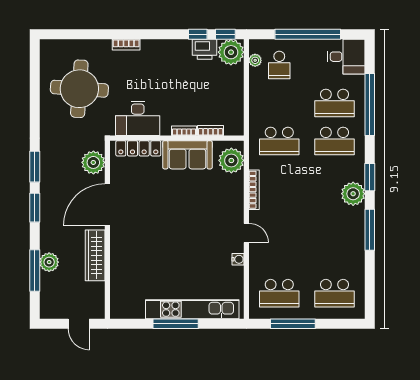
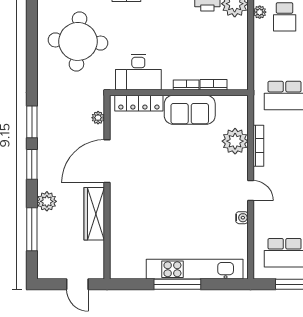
plant: (231, 160) -> (235, 141), moved
plant: (93, 162) -> (98, 118), width x0.53, depth x0.53
plant: (49, 262) -> (47, 201), moved

